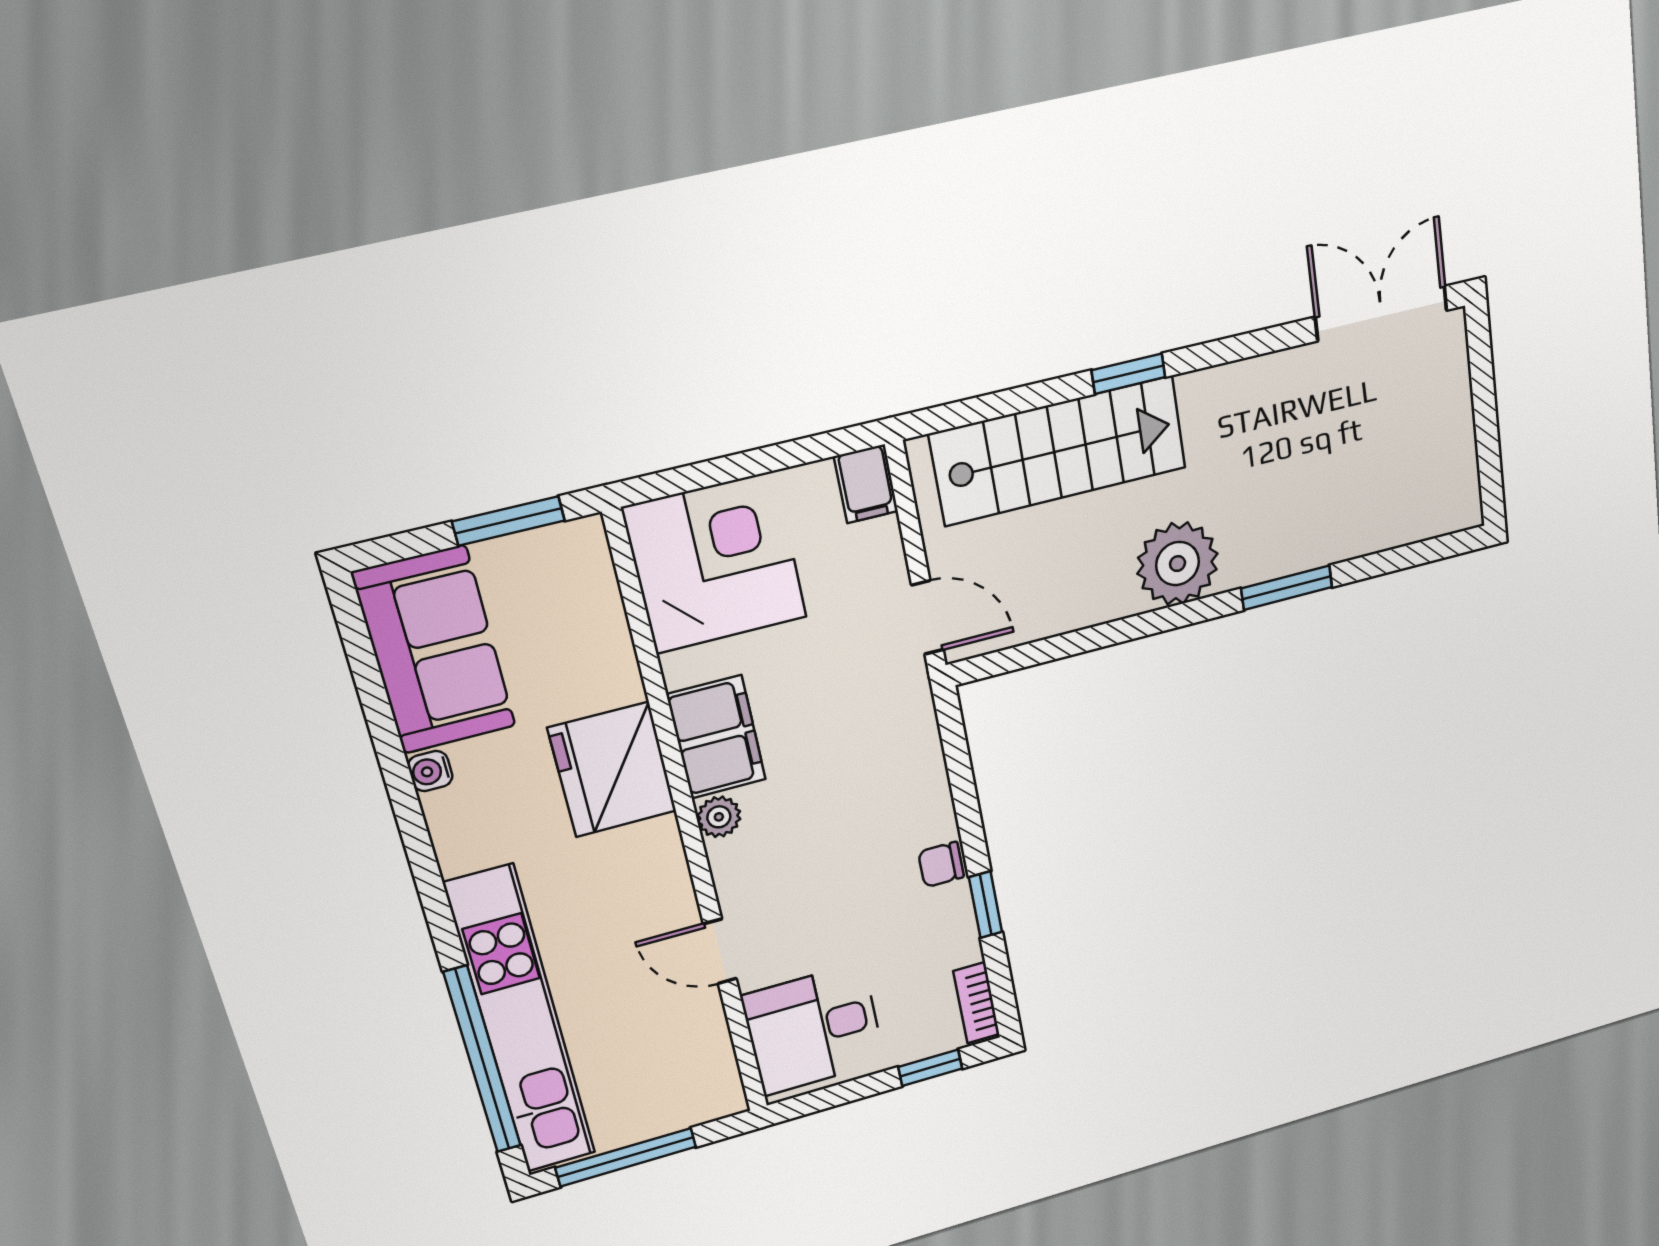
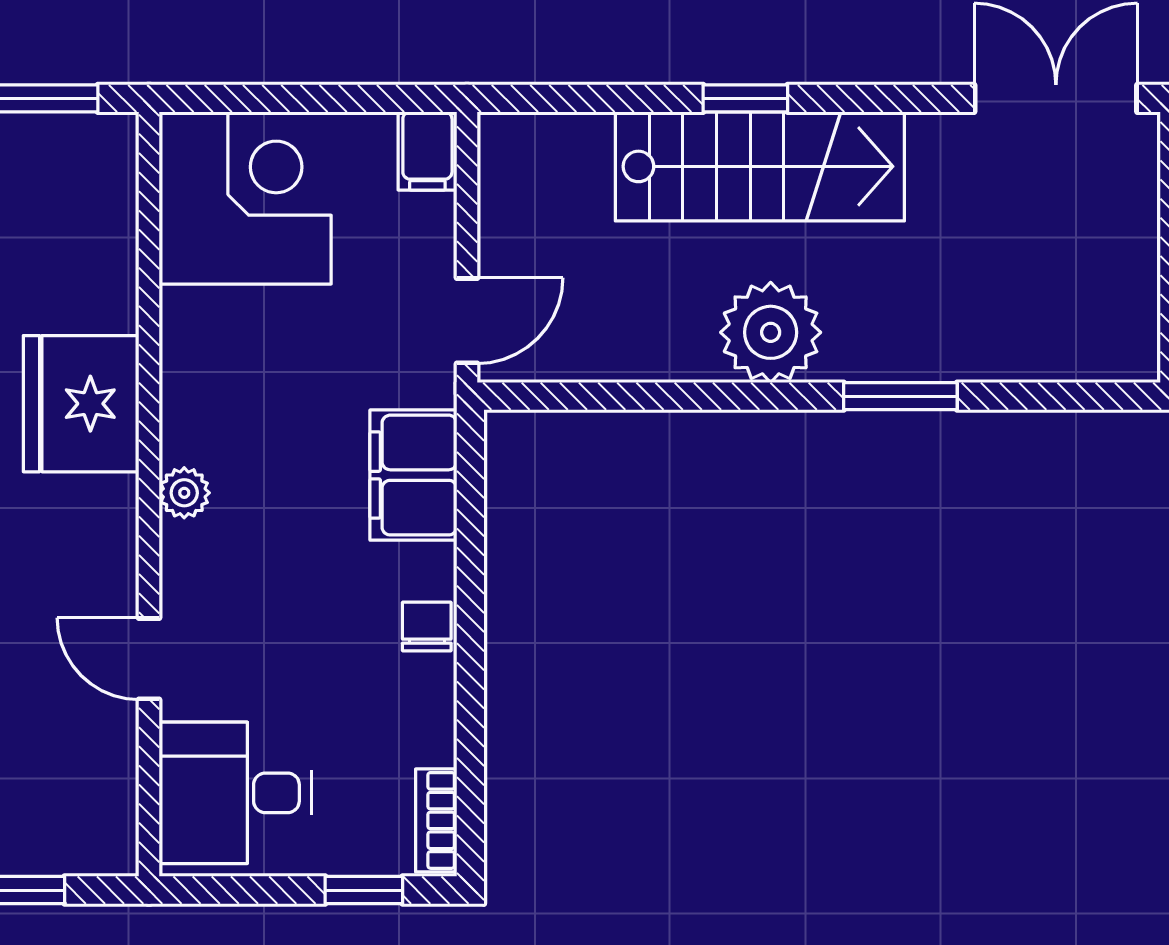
stairs: (1059, 451) -> (760, 166), moved
door: (927, 617) -> (467, 321), hinge flipped
filing cabinet: (716, 737) -> (413, 475), moved, turned 180
chair: (941, 864) -> (427, 627), turned 90
window: (985, 905) -> (470, 694), removed

